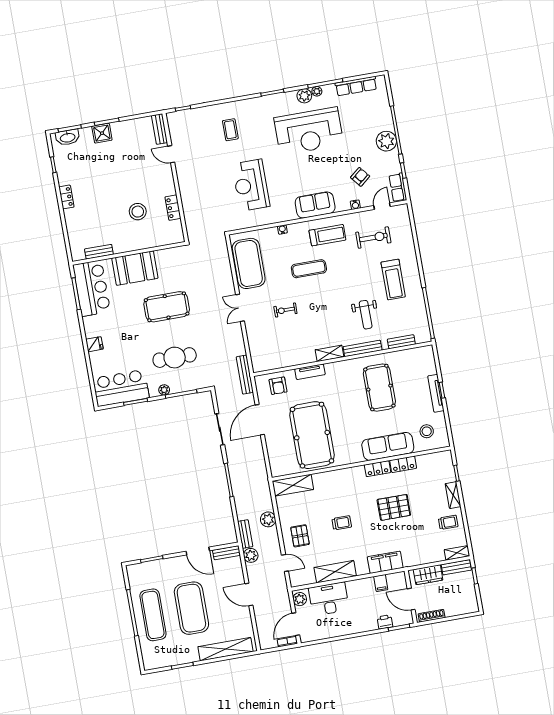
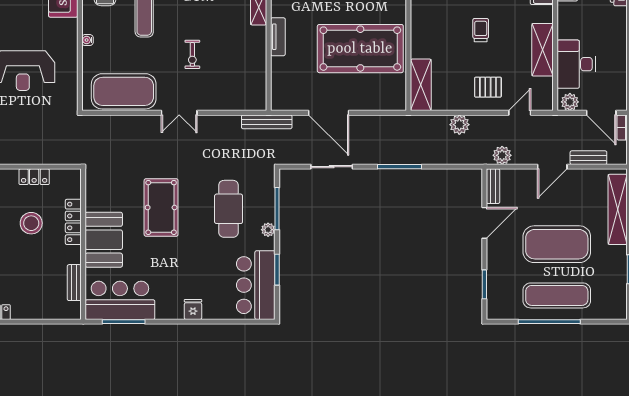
locker: (144, 243) -> (73, 222), added
armchair: (278, 386) -> (289, 81), removed
bench: (245, 534) -> (588, 158), moved

